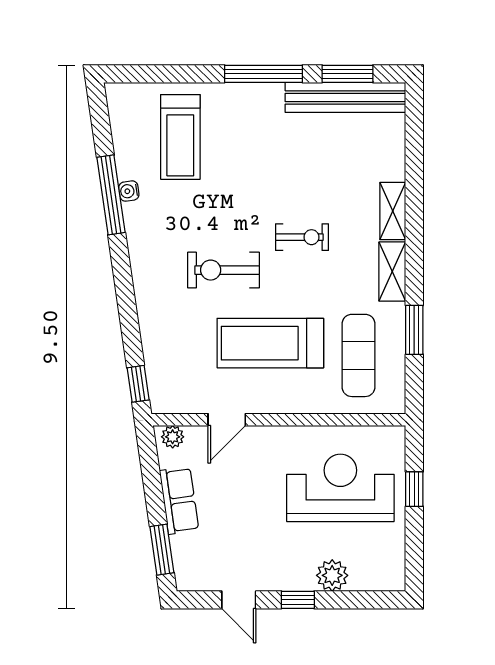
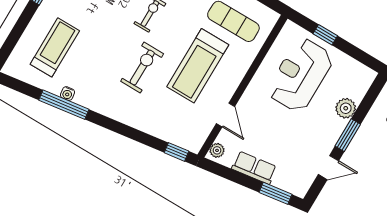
treadmill: (180, 137) -> (55, 47), turned -90
exercise bike: (224, 270) -> (142, 68), turned 180
window: (298, 600) -> (348, 135), width x1.50

